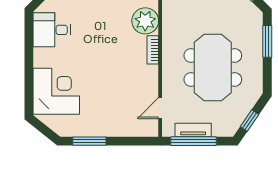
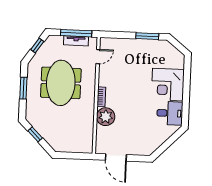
window: (267, 41) -> (23, 88), moved
corner desk: (56, 91) -> (168, 85), moved

